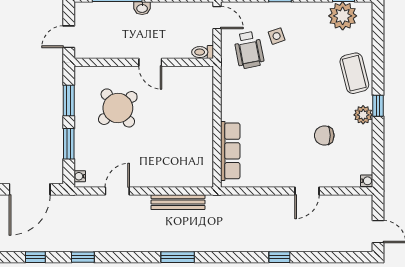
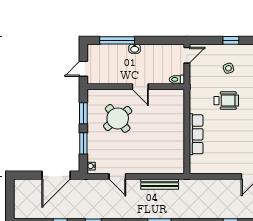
door: (217, 18) -> (187, 55), hinge flipped
wheelchair: (249, 50) -> (226, 101), moved, turned -79
row of seats: (230, 151) -> (196, 134), moved
door: (117, 191) -> (117, 176), swing flipped

